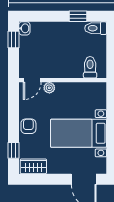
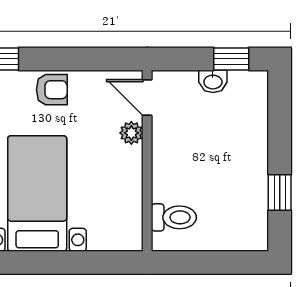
washbasin: (24, 28) -> (213, 81), moved
toilet: (96, 28) -> (255, 229), removed

